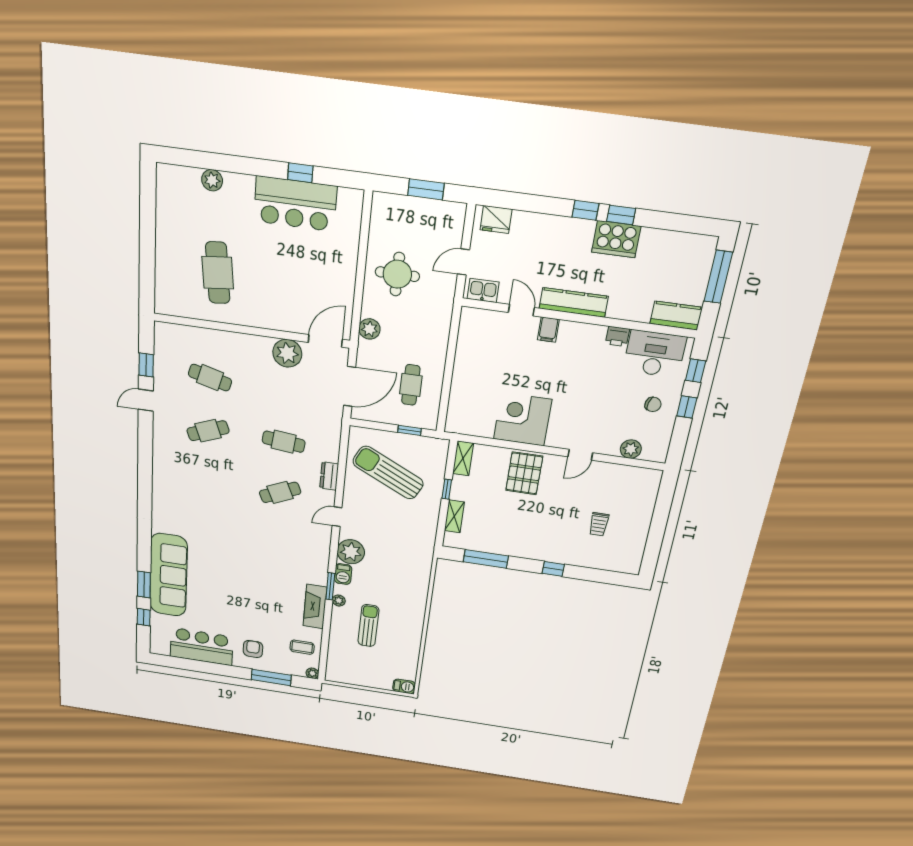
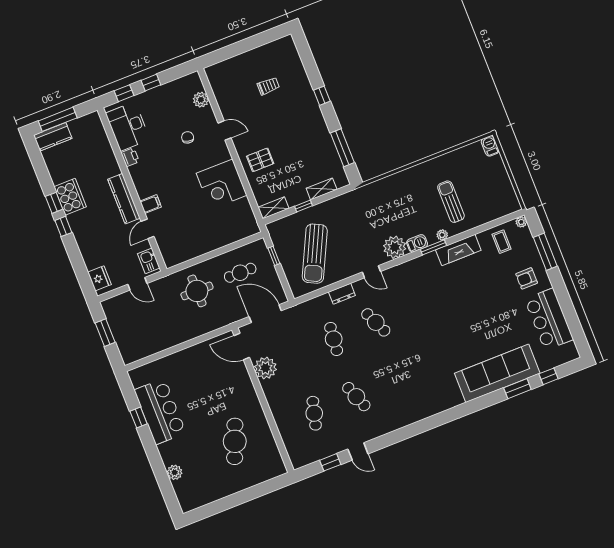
cafe table: (218, 273) -> (235, 441), turned -62
round table: (397, 274) -> (197, 291), moved
kitchen counter: (676, 316) -> (53, 137), moved, turned -90
plant: (369, 329) -> (217, 321), removed
chair: (653, 404) -> (188, 137), moved
pallet: (524, 473) -> (260, 160), width x0.67, depth x0.71
sun lounger: (368, 626) -> (451, 202), turned 90

